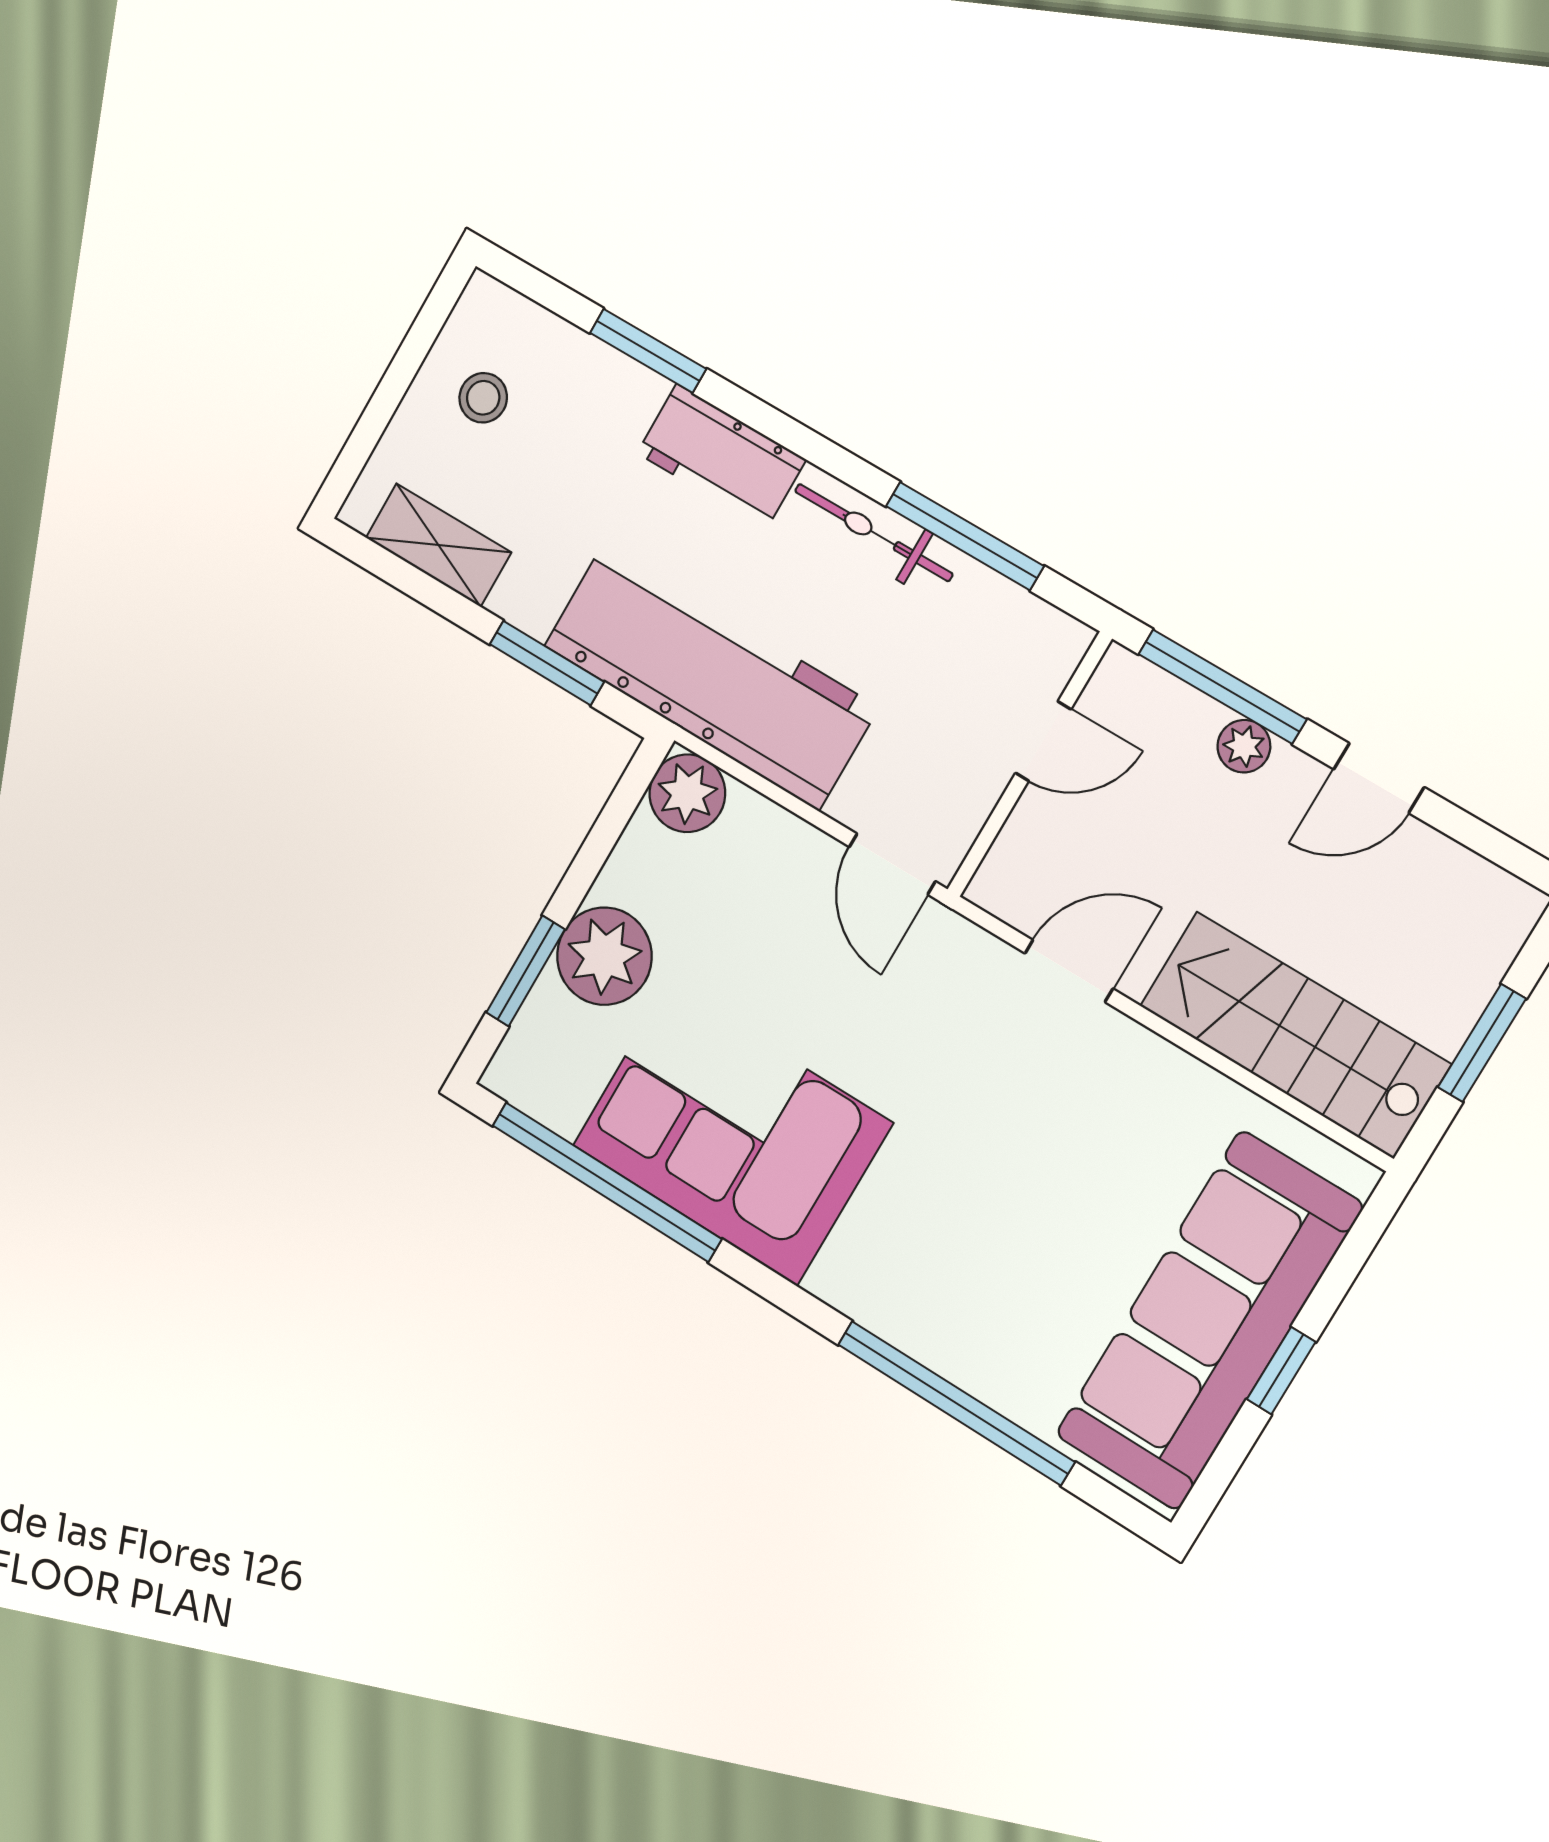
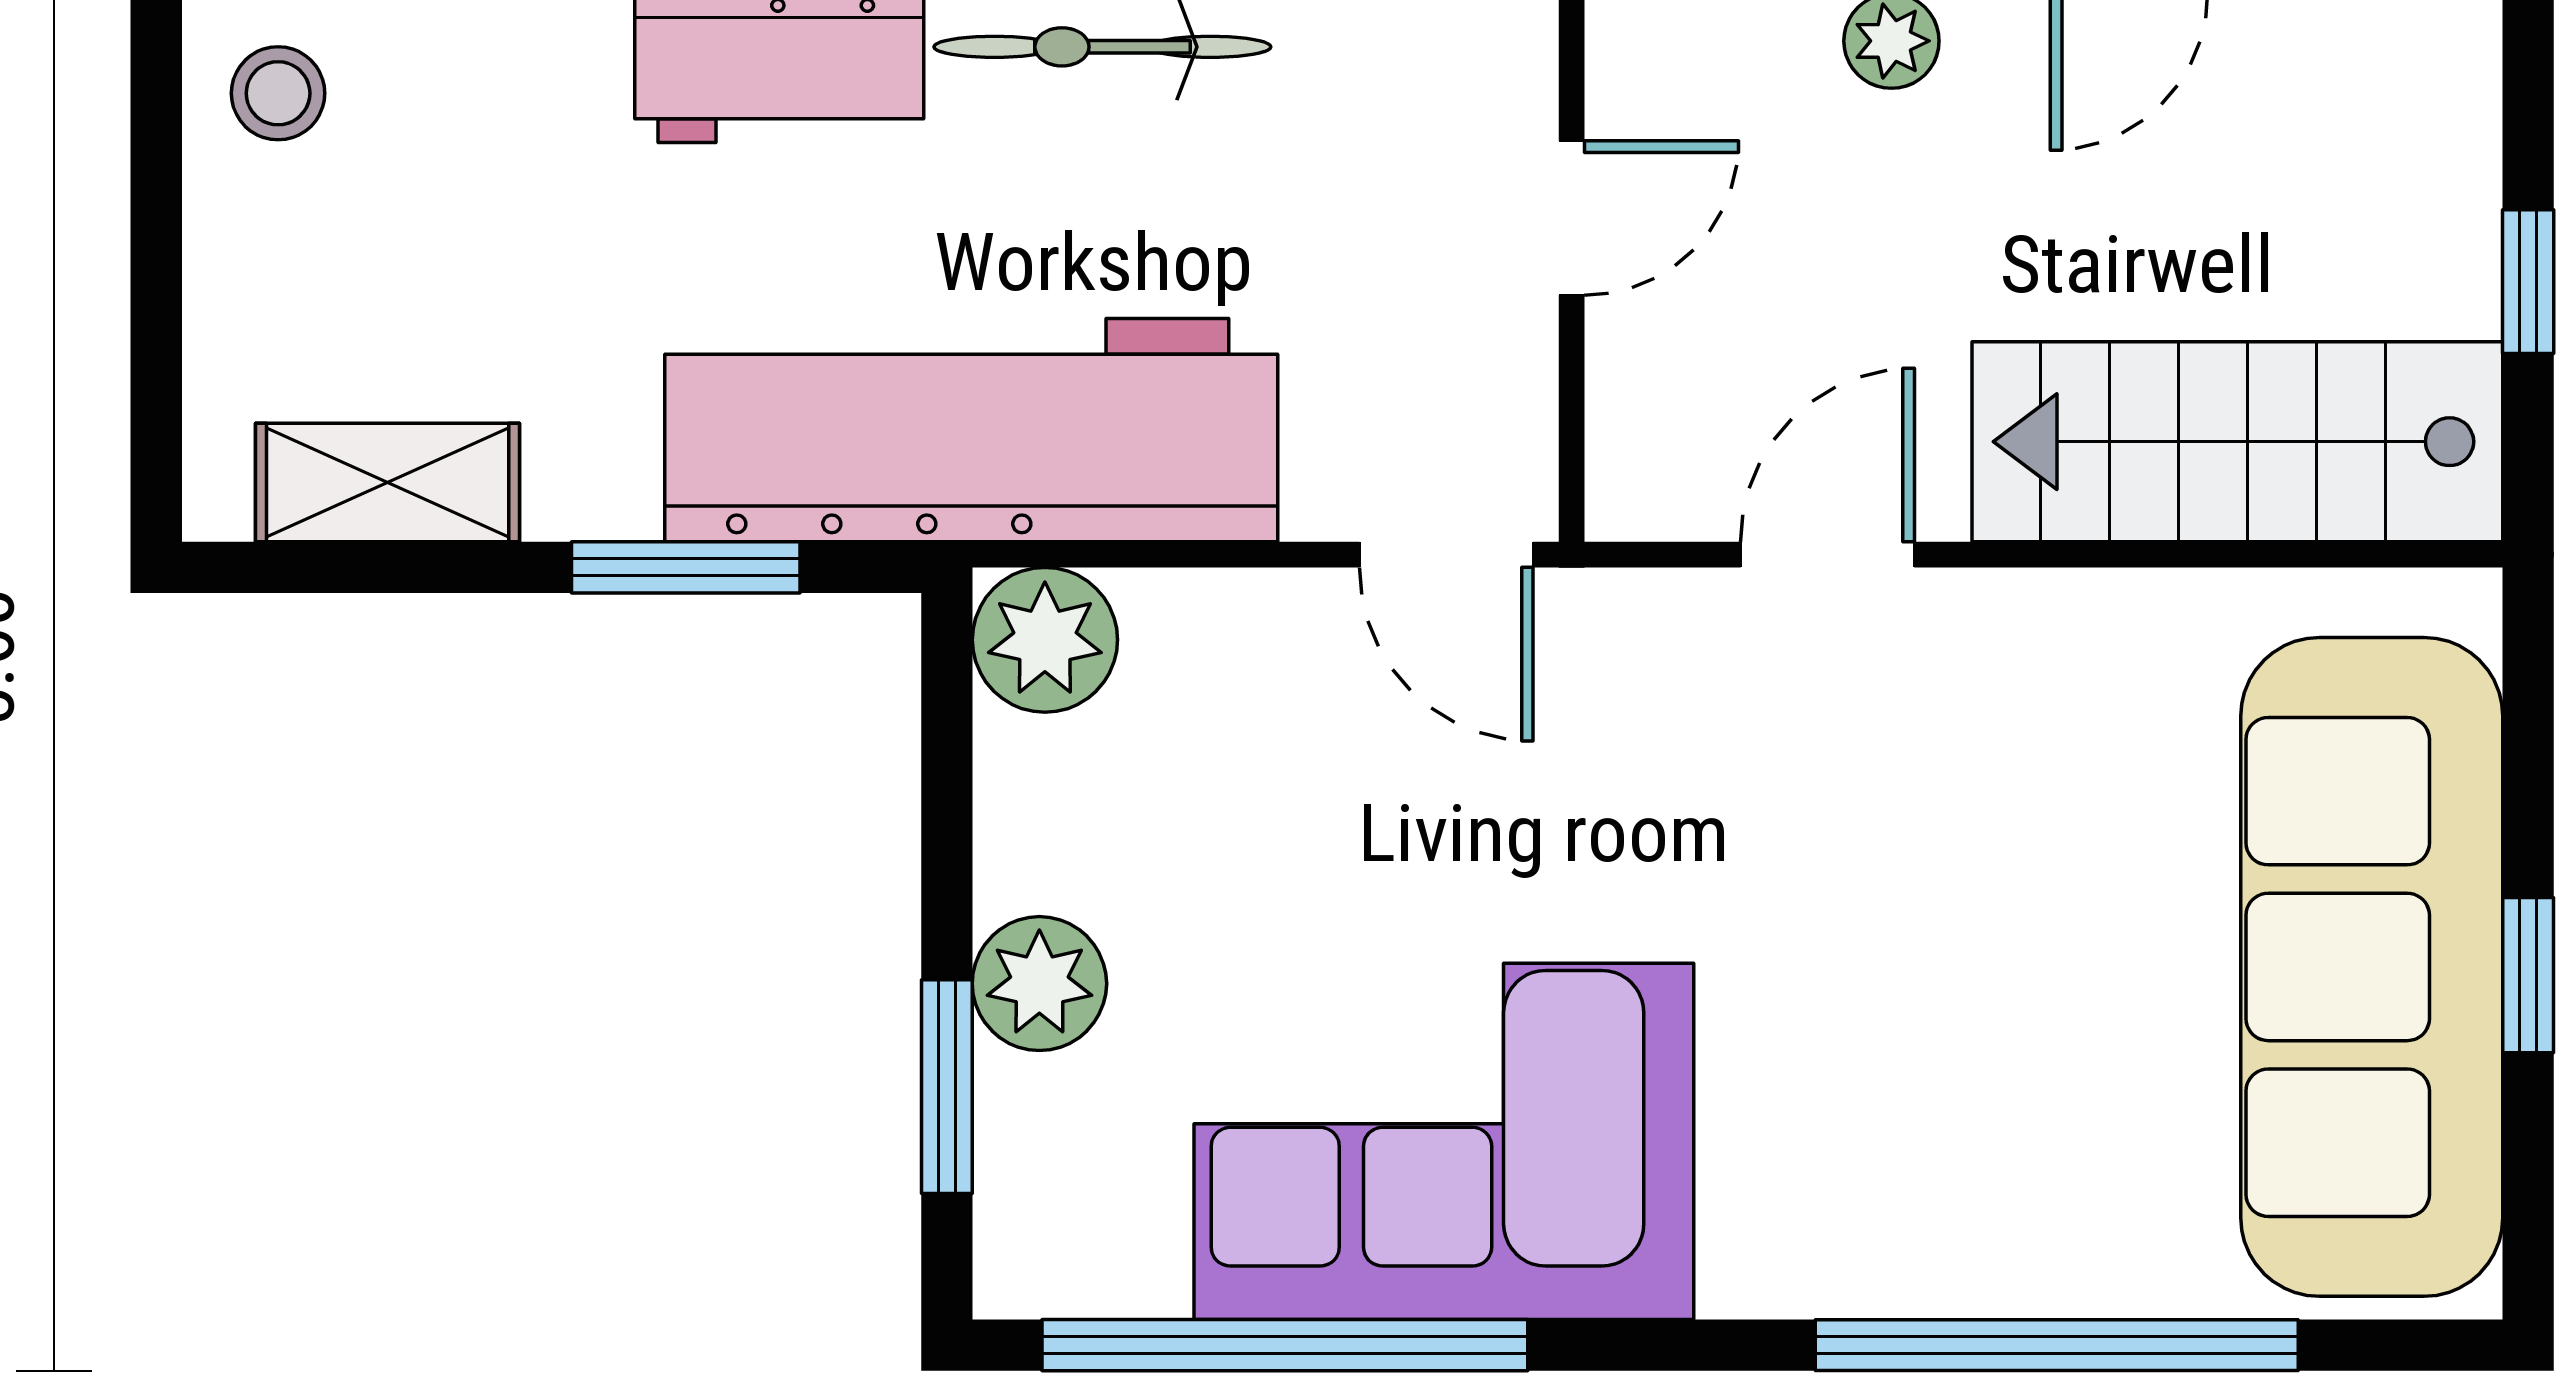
stool: (483, 398) -> (278, 93), moved
plant: (604, 956) -> (1039, 984), width x0.73, depth x0.73
window: (1482, 1043) -> (2528, 282), width x0.67

